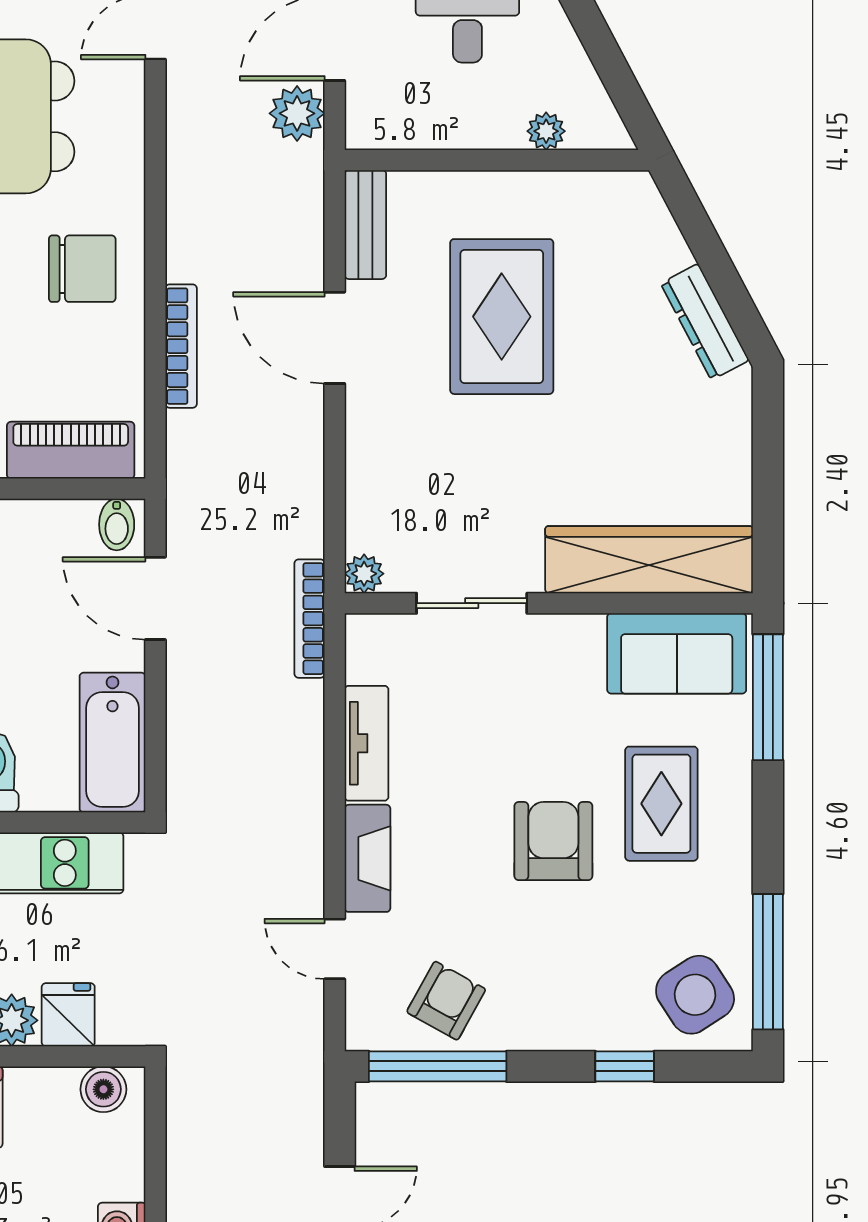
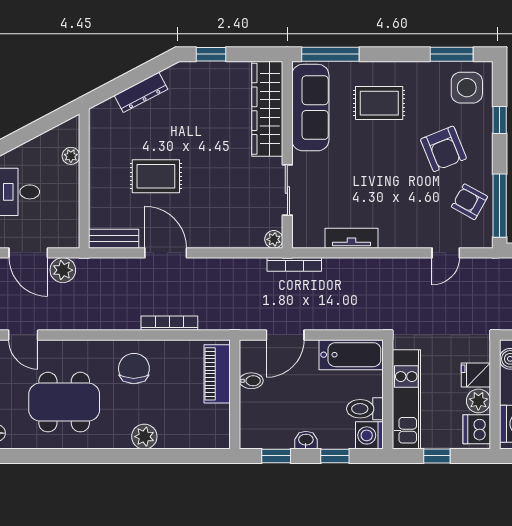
rug: (502, 317) -> (156, 176), width x0.73, depth x0.70
dresser: (705, 322) -> (141, 92), moved
door: (335, 338) -> (166, 253), swing flipped
window: (768, 437) -> (211, 54), added
bidet: (117, 524) -> (251, 381), moved
sofa: (677, 653) -> (310, 108), width x1.36
armchair: (553, 841) -> (443, 149), moved, turned -112
fireplace: (368, 858) -> (404, 238), removed
window: (768, 962) -> (452, 54), width x0.69
side table: (695, 995) -> (467, 88), turned 33

